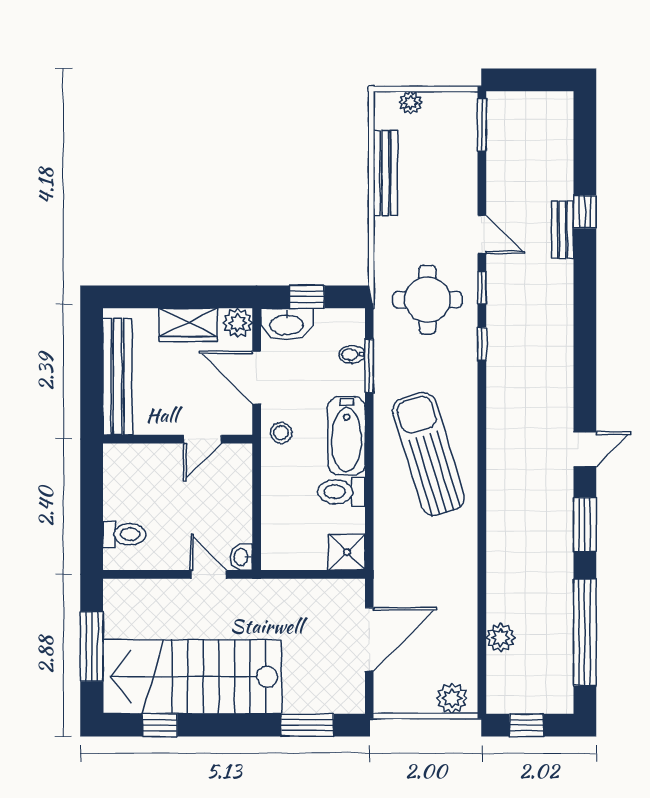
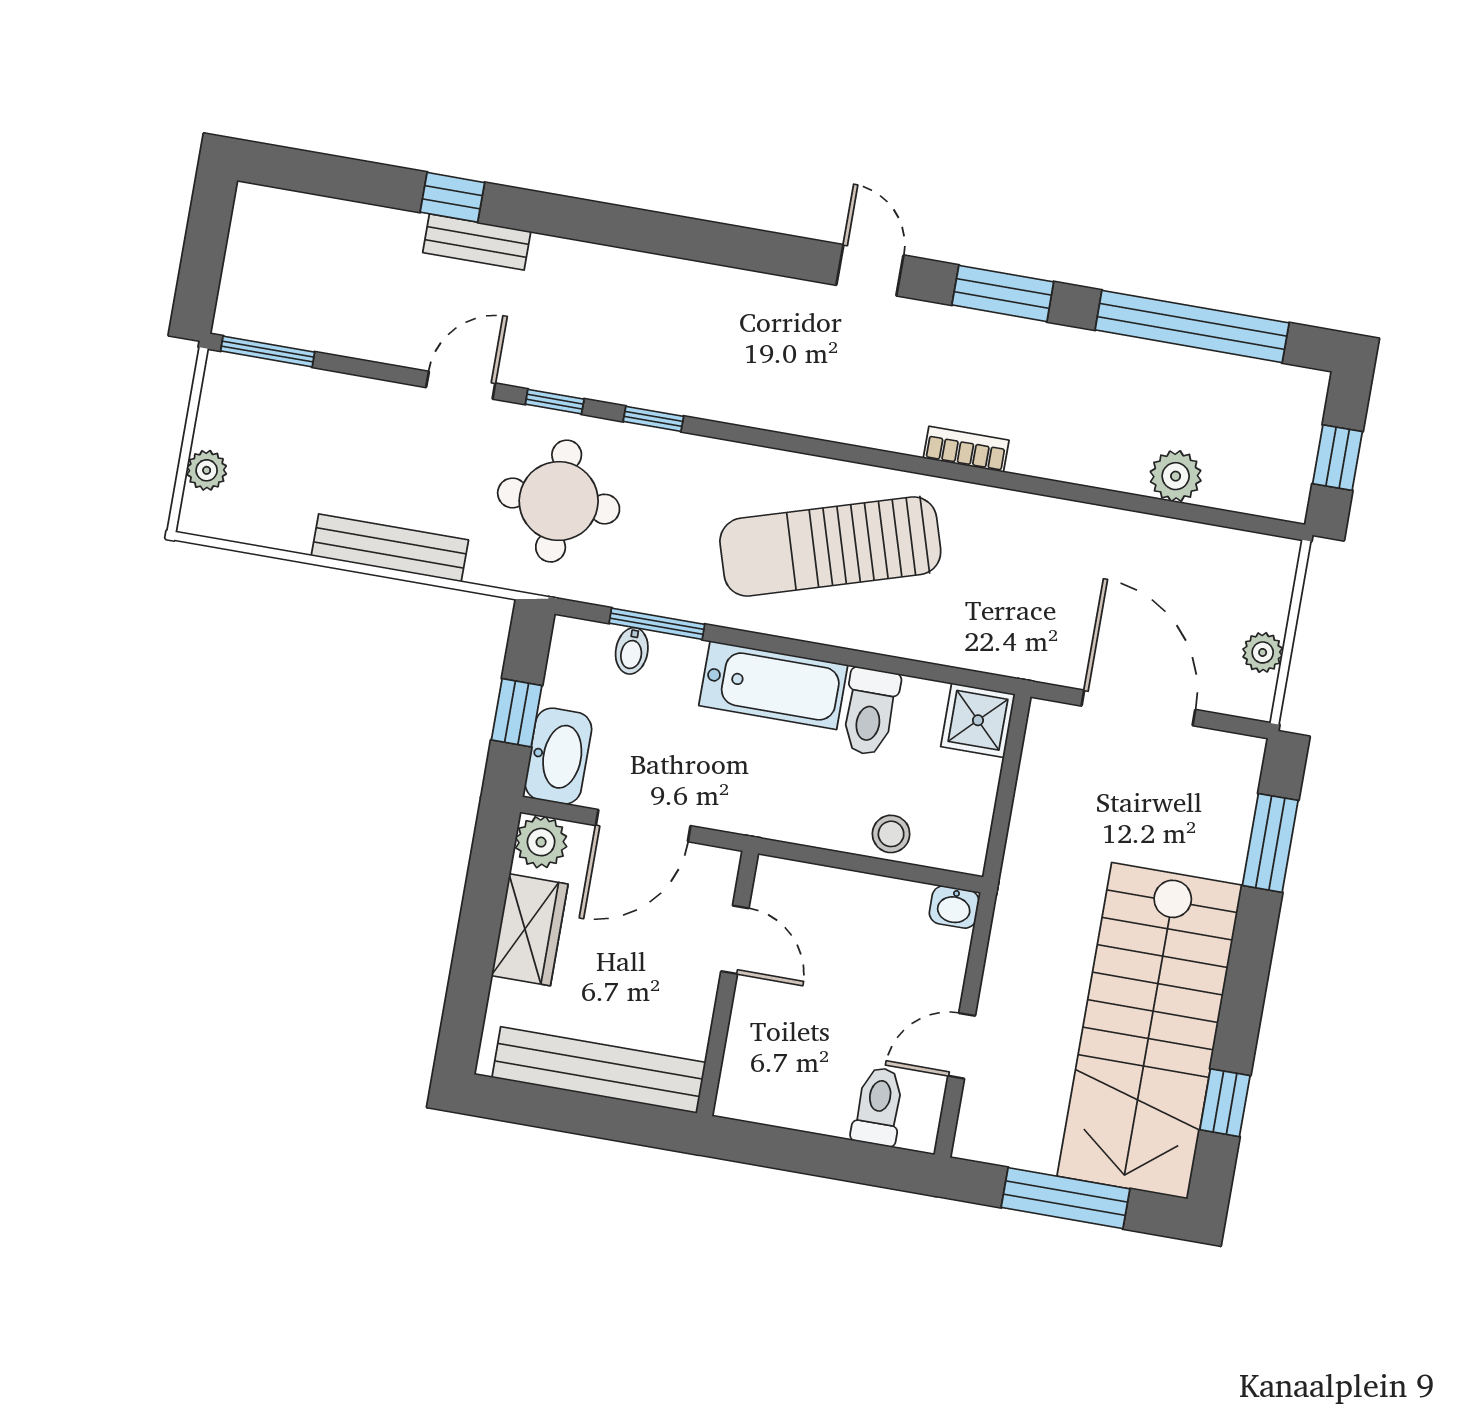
bench: (385, 173) -> (390, 548), moved
stool: (281, 433) -> (891, 834), moved
bookcase: (495, 519) -> (966, 449), added
door: (209, 574) -> (962, 1046), moved
plant: (452, 698) -> (1263, 652), moved, width x0.73, depth x0.73

